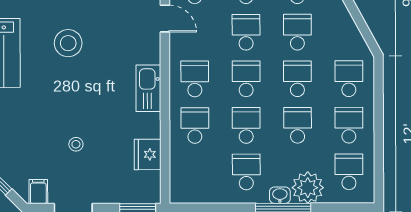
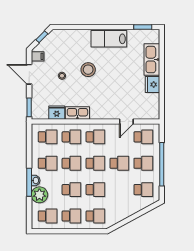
school desk: (297, 32) -> (48, 137), moved
stool: (68, 43) -> (88, 70), moved
kitchen sink: (148, 88) -> (77, 113), moved

